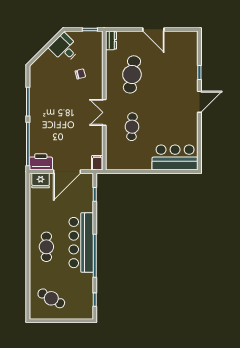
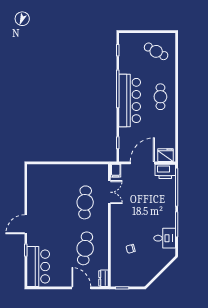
door: (153, 29) -> (81, 288), moved
desk: (64, 48) -> (165, 238), moved, turned -45
double door: (104, 112) -> (109, 192), moved
cafe table: (132, 127) -> (85, 202), width x1.37, depth x1.35
bar counter: (175, 158) -> (38, 267), moved, turned -90

